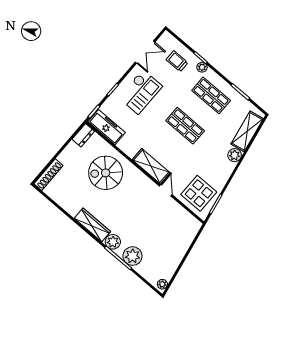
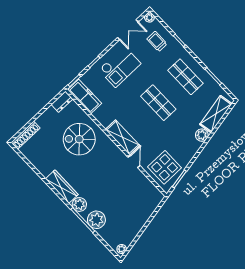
plant: (202, 67) -> (149, 18), moved

